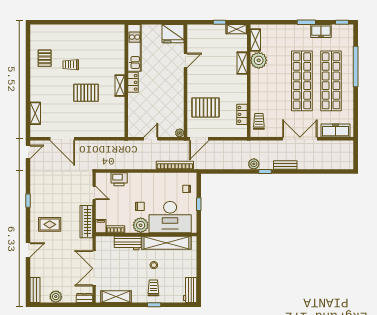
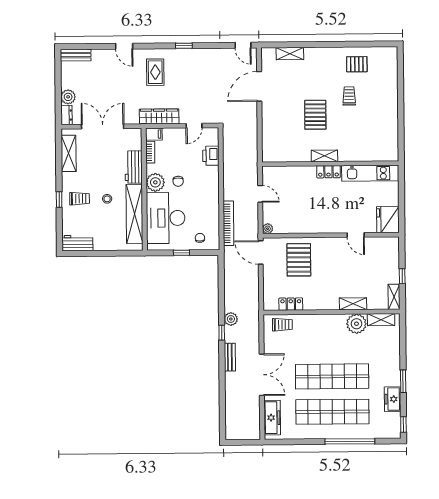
plant: (56, 297) -> (68, 97), moved

